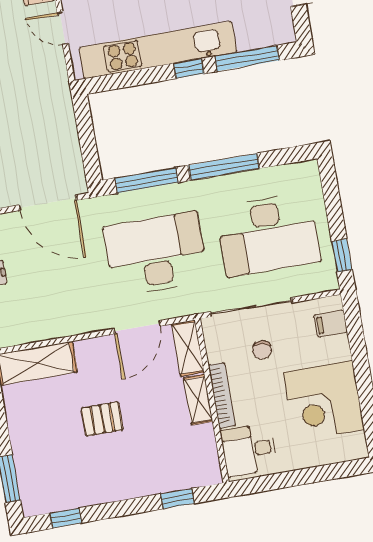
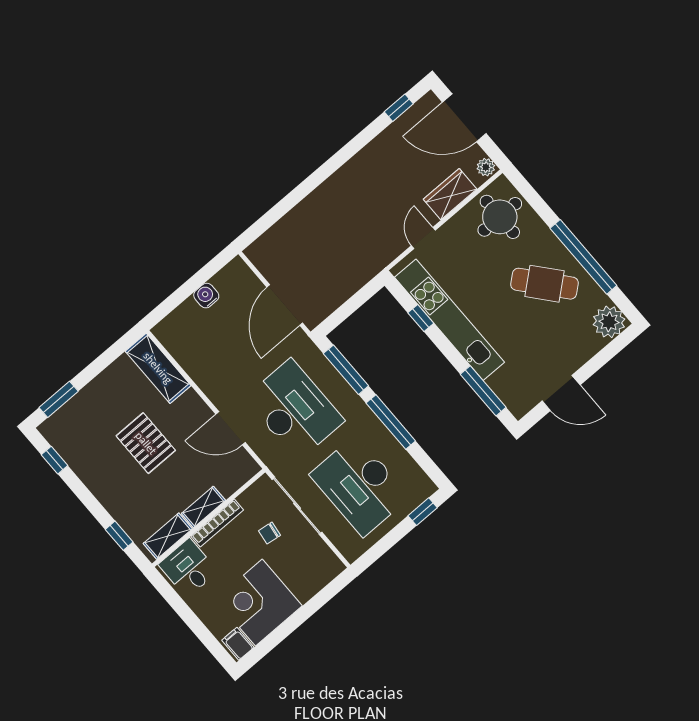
window: (189, 69) -> (421, 318), moved
window: (342, 256) -> (423, 512), moved
filing cabinet: (331, 324) -> (238, 644), moved
shelving: (188, 348) -> (168, 536), moved
pallet: (102, 419) -> (146, 443), width x1.50, depth x1.42

